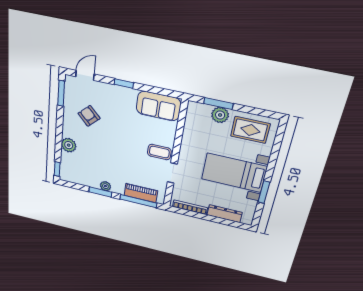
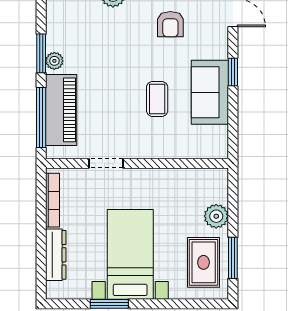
window: (218, 103) -> (233, 258), moved
sofa: (158, 106) -> (210, 92), moved
armchair: (89, 116) -> (170, 24), turned 134
coffee table: (159, 152) -> (157, 99), moved
piano: (141, 193) -> (61, 110), width x1.37, depth x1.33

